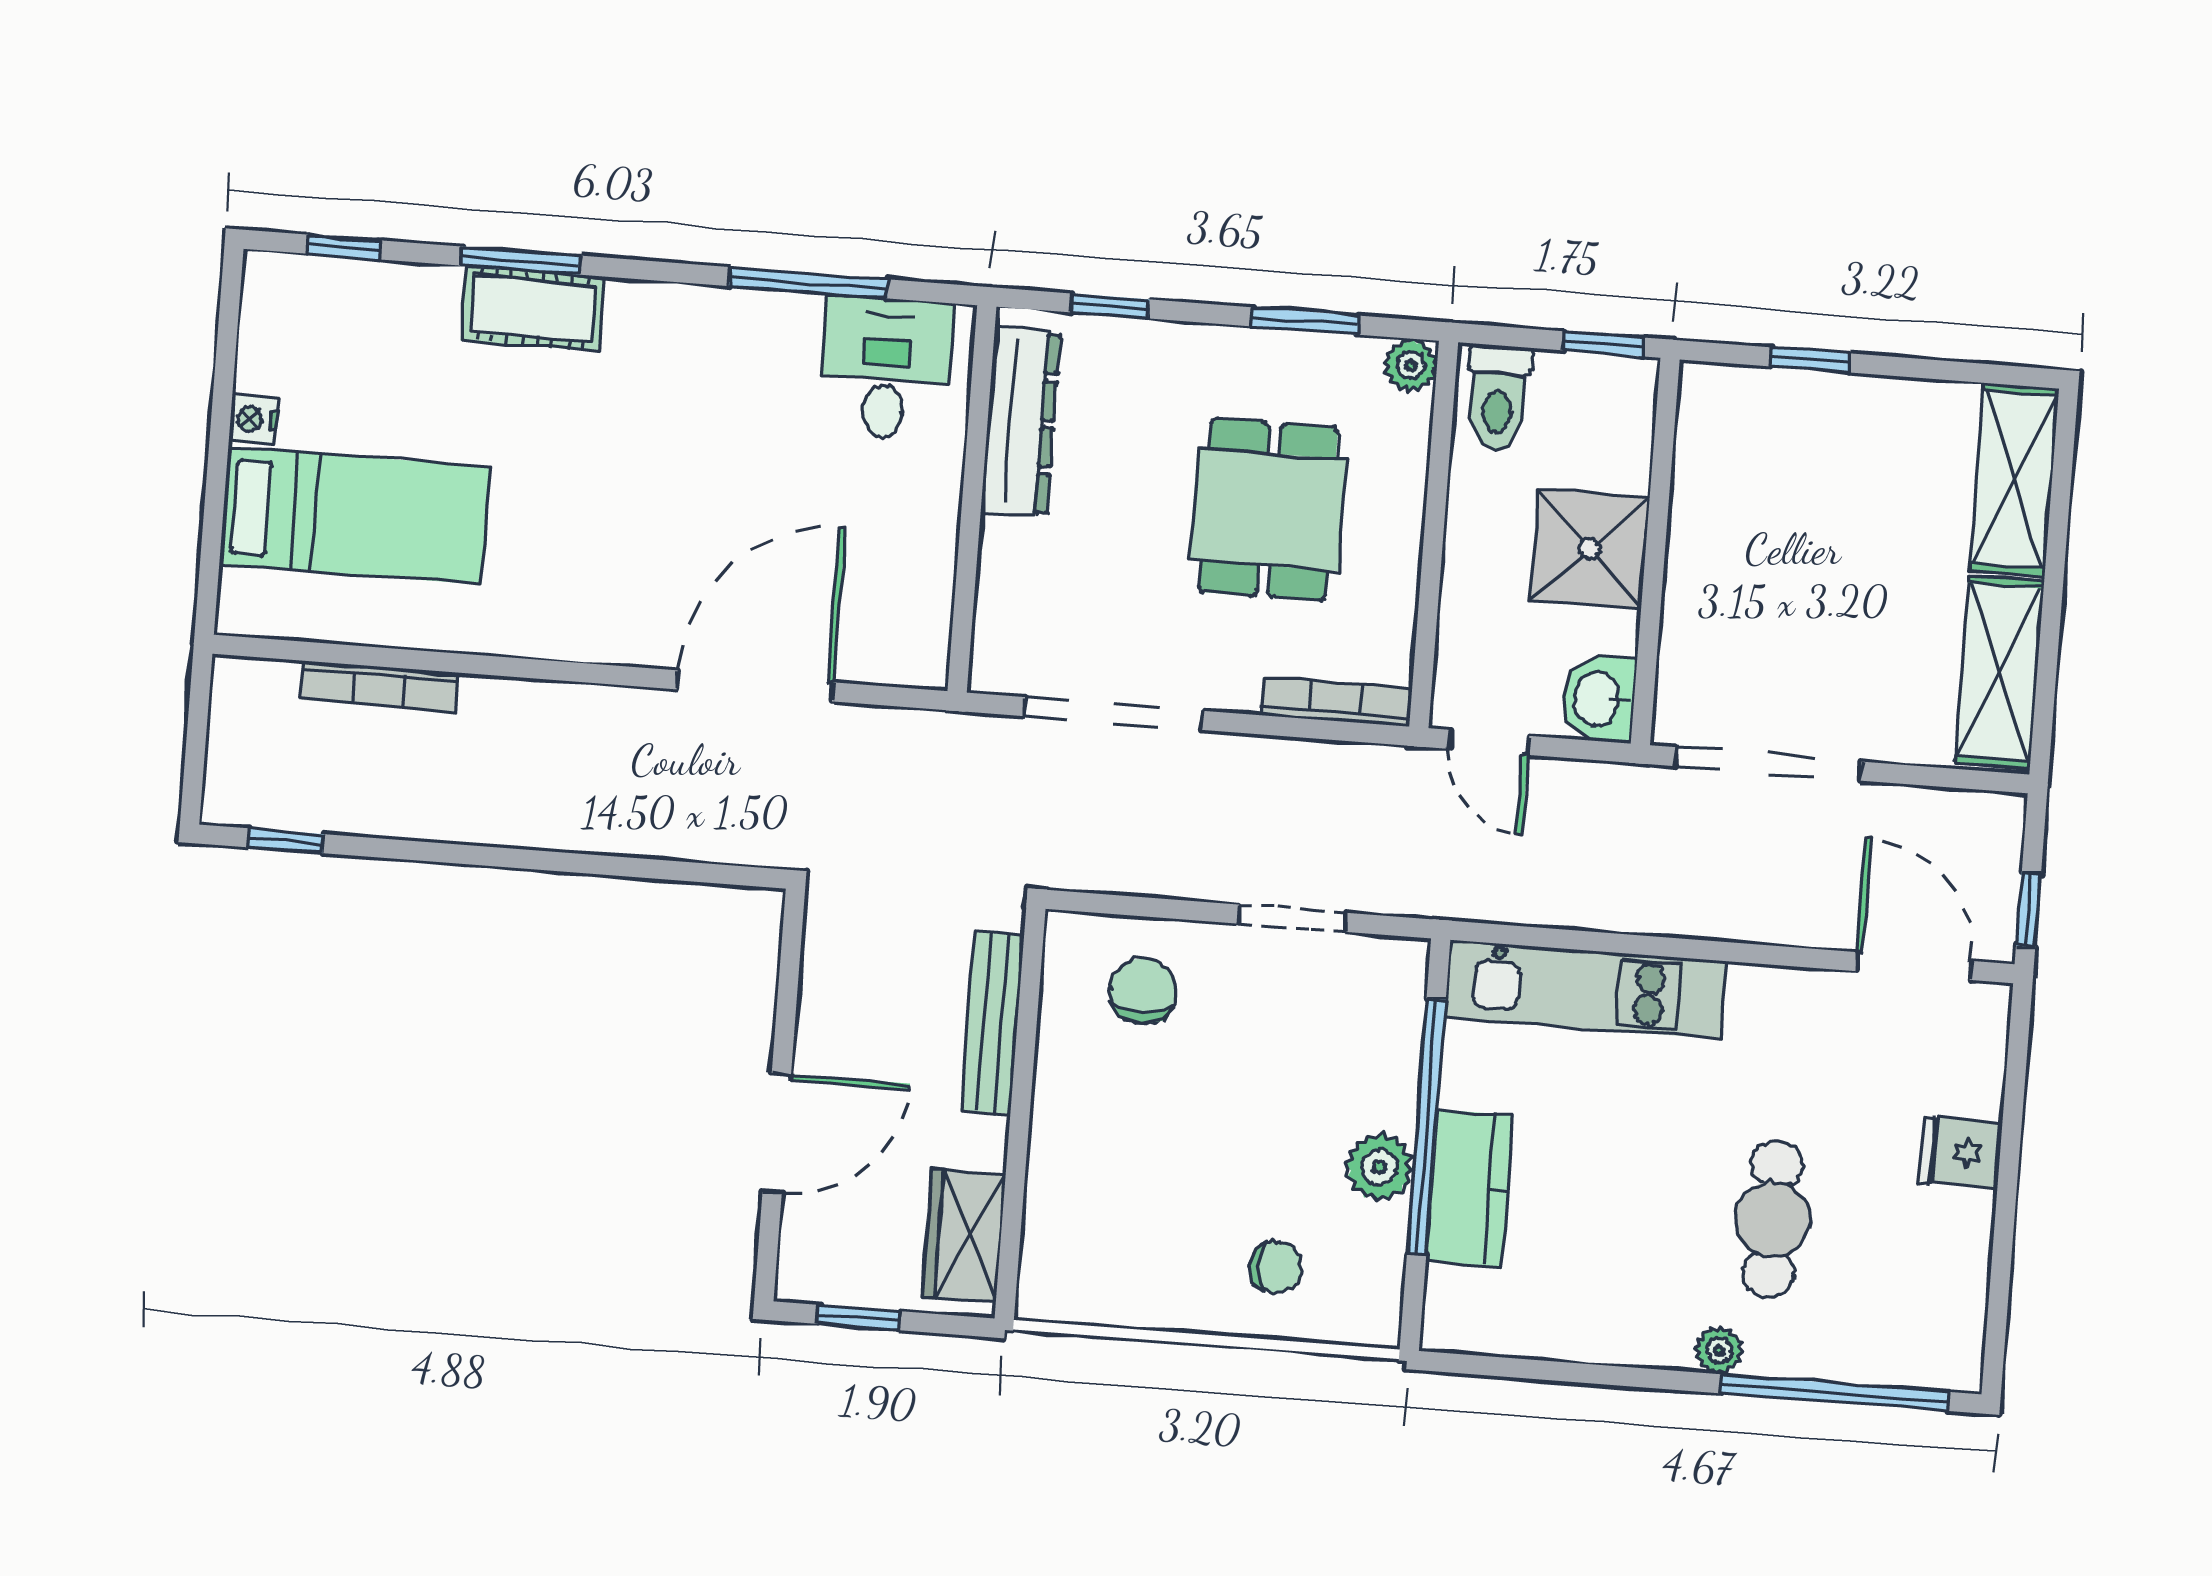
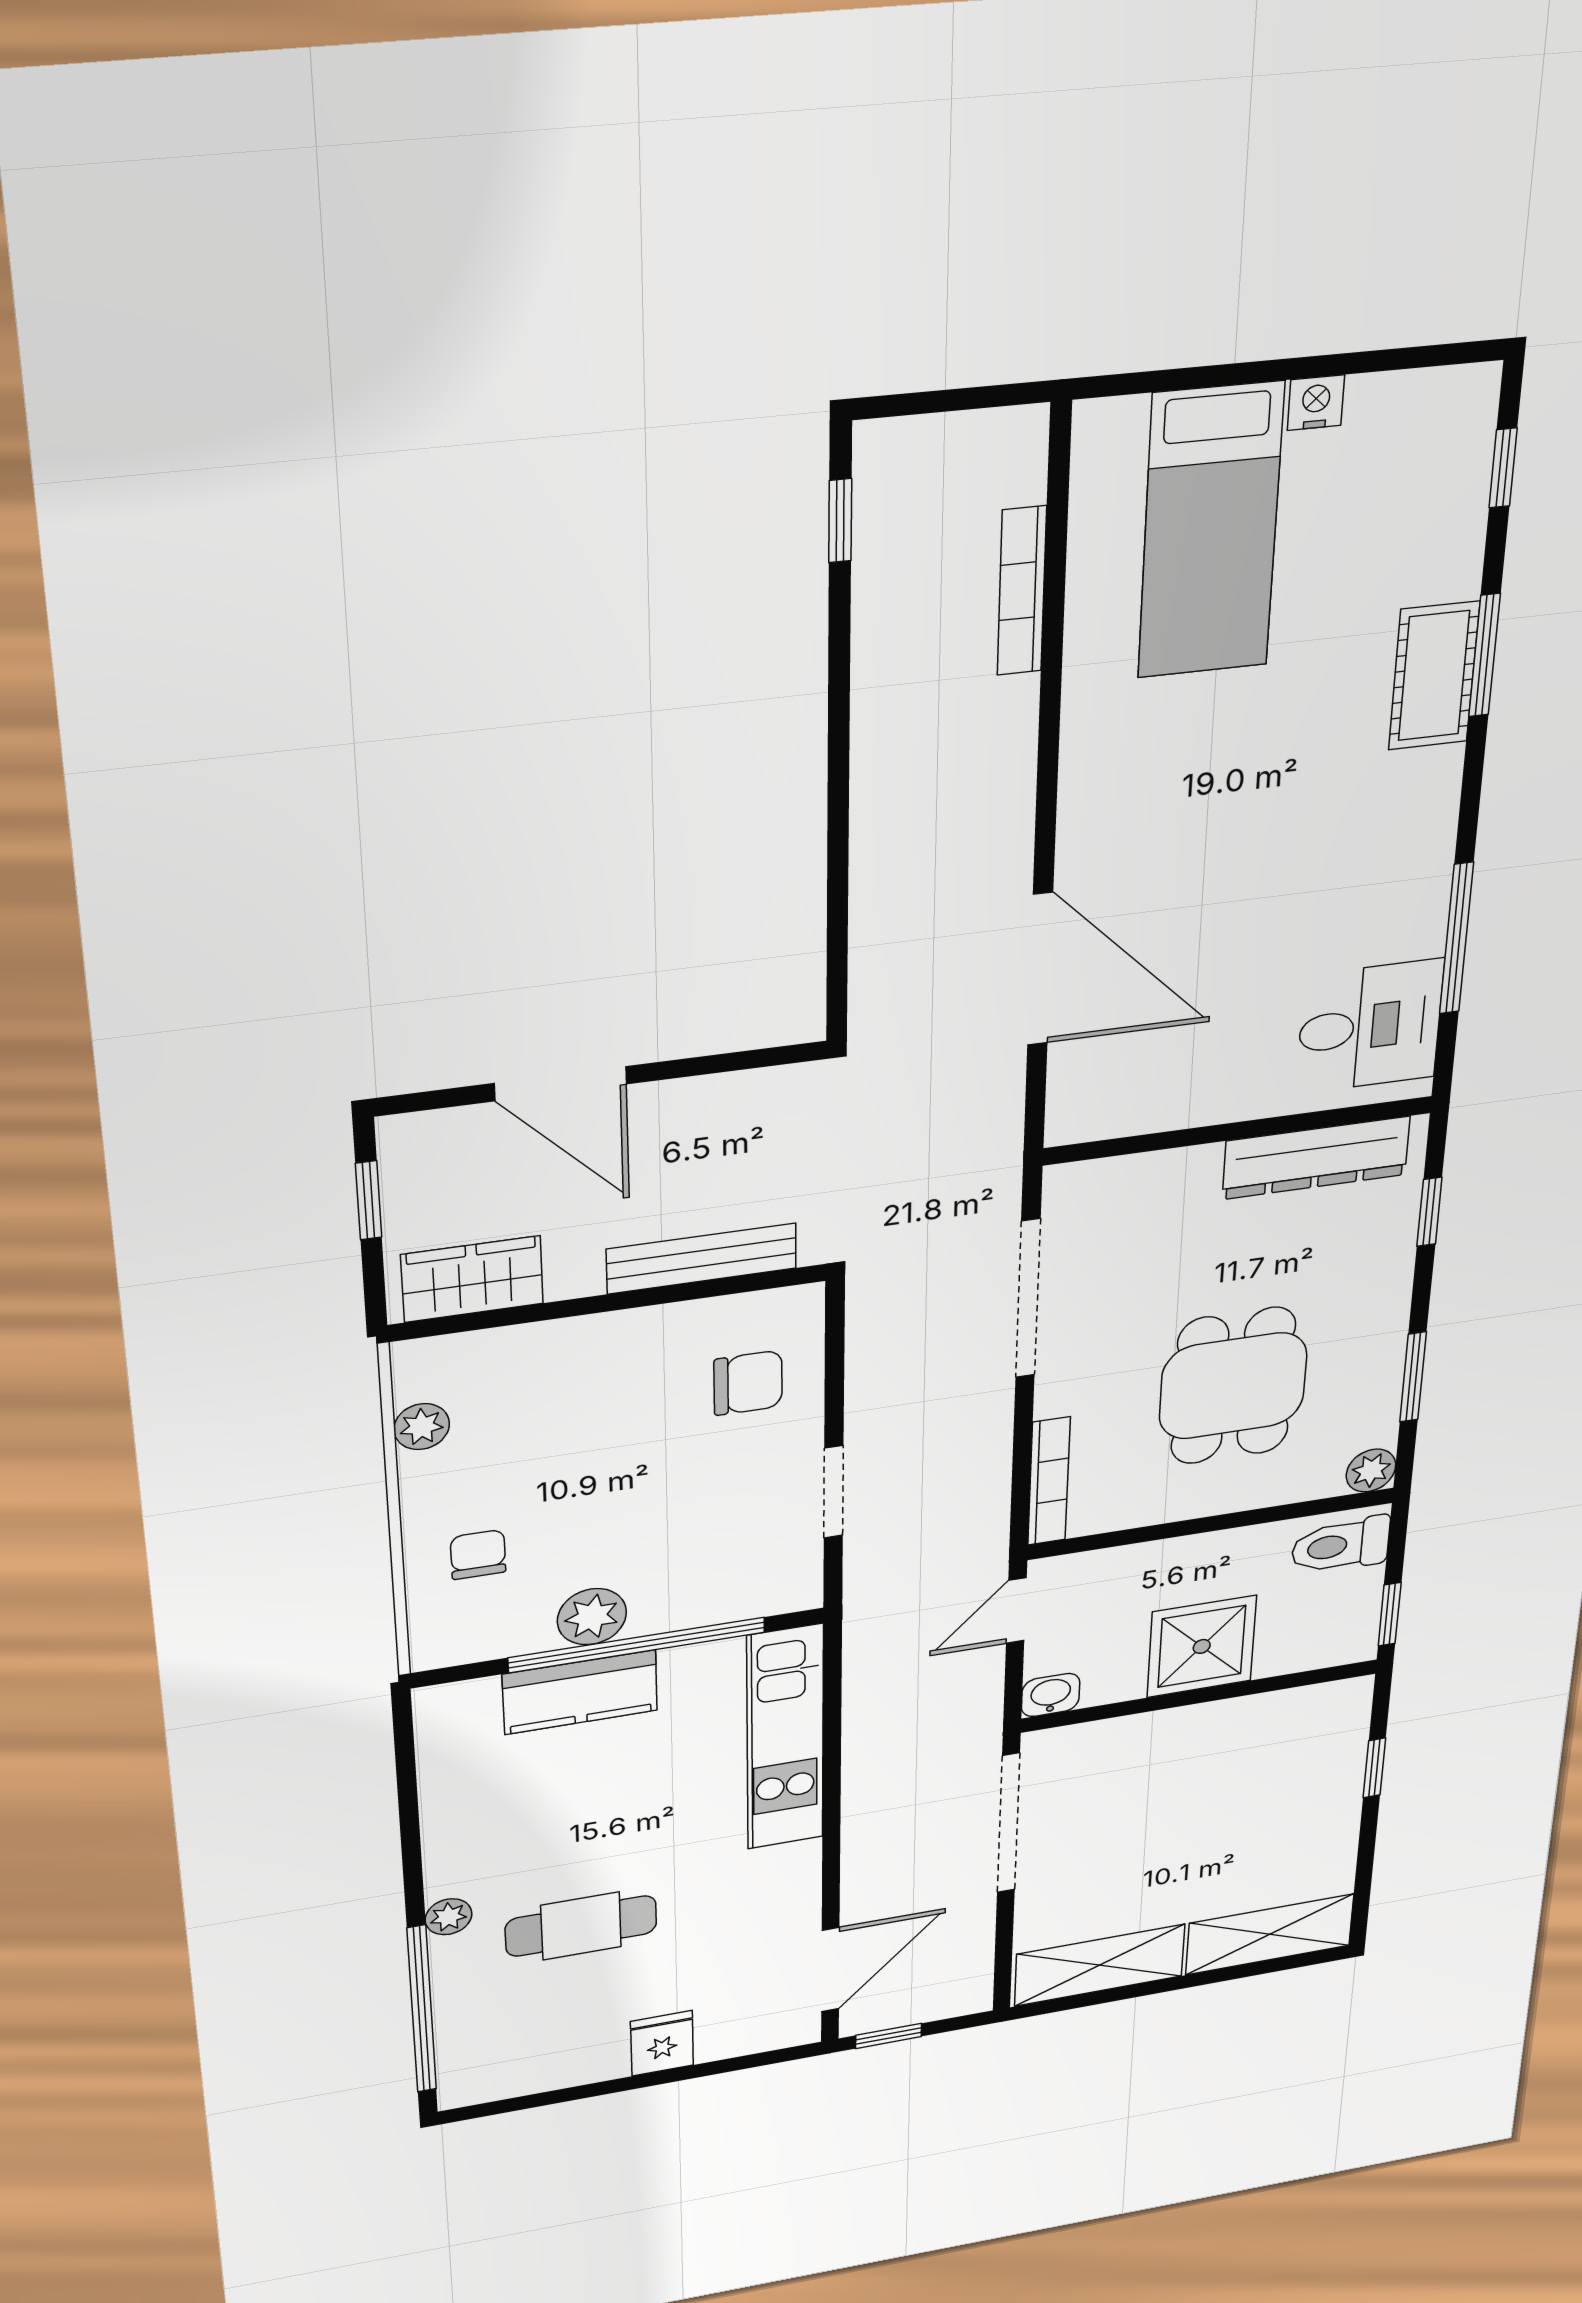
dining table: (1268, 510) -> (1233, 1386), turned 90
washbasin: (1598, 699) -> (1051, 1695), width x0.72, depth x0.69
chair: (1276, 1267) -> (478, 1554), turned 180
plant: (1115, 1302) -> (422, 1427), added

